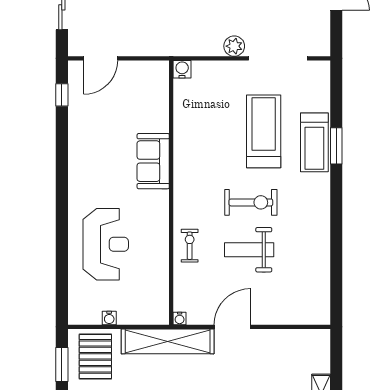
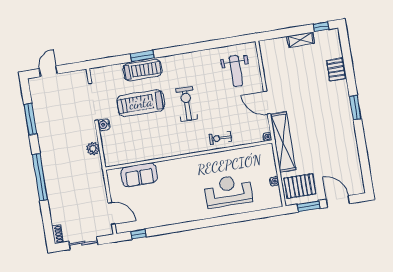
plant: (234, 46) -> (93, 149), moved
water cooler: (182, 69) -> (104, 125), moved
sofa: (153, 161) -> (139, 175), moved
weight bench: (249, 250) -> (236, 71), moved

